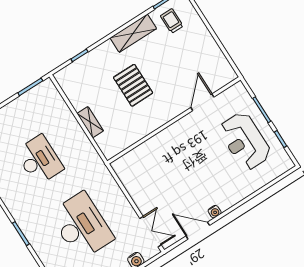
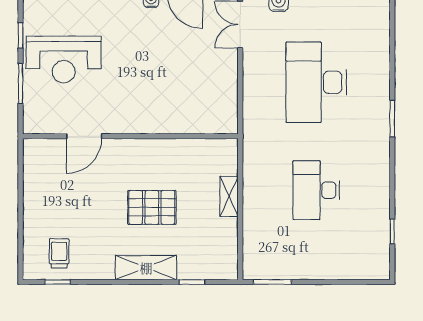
trolley: (172, 21) -> (59, 253), turned 180
shelving: (133, 33) -> (146, 268), moved
pallet: (133, 85) -> (152, 207), turned 90
reception desk: (245, 141) -> (64, 60), turned 90

